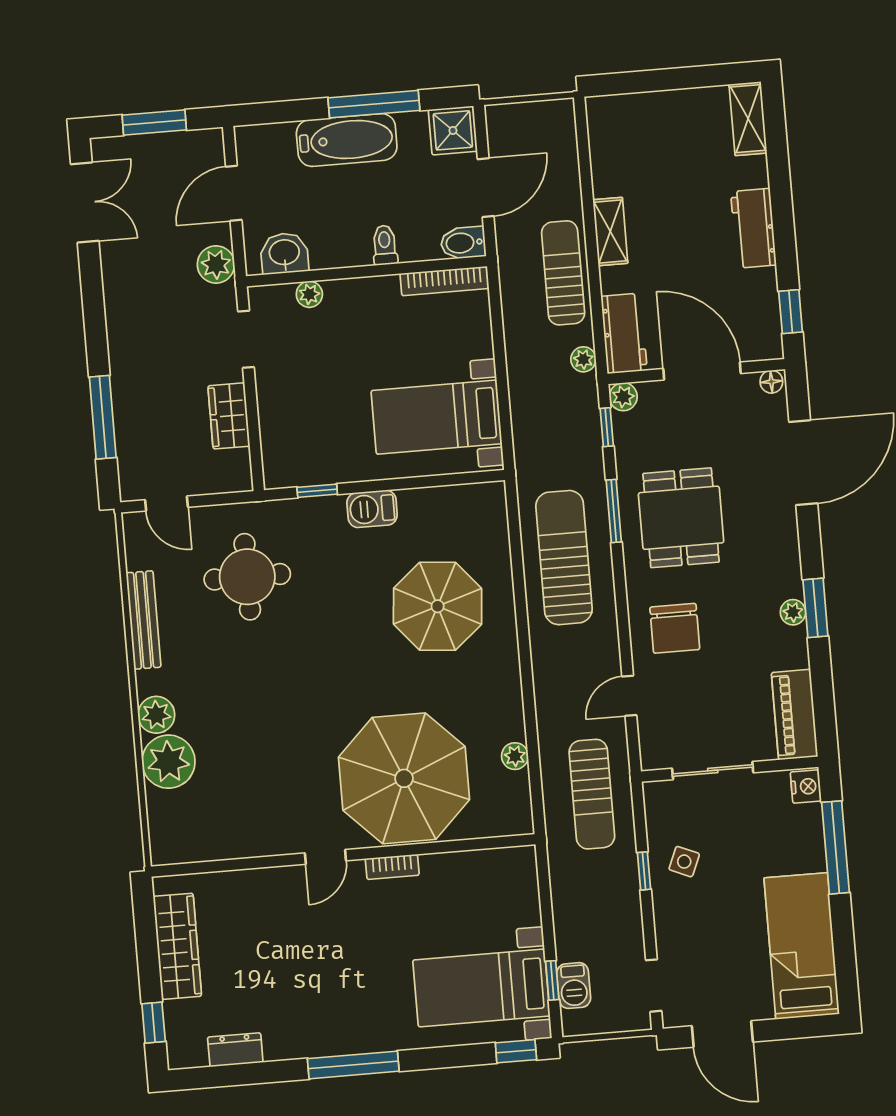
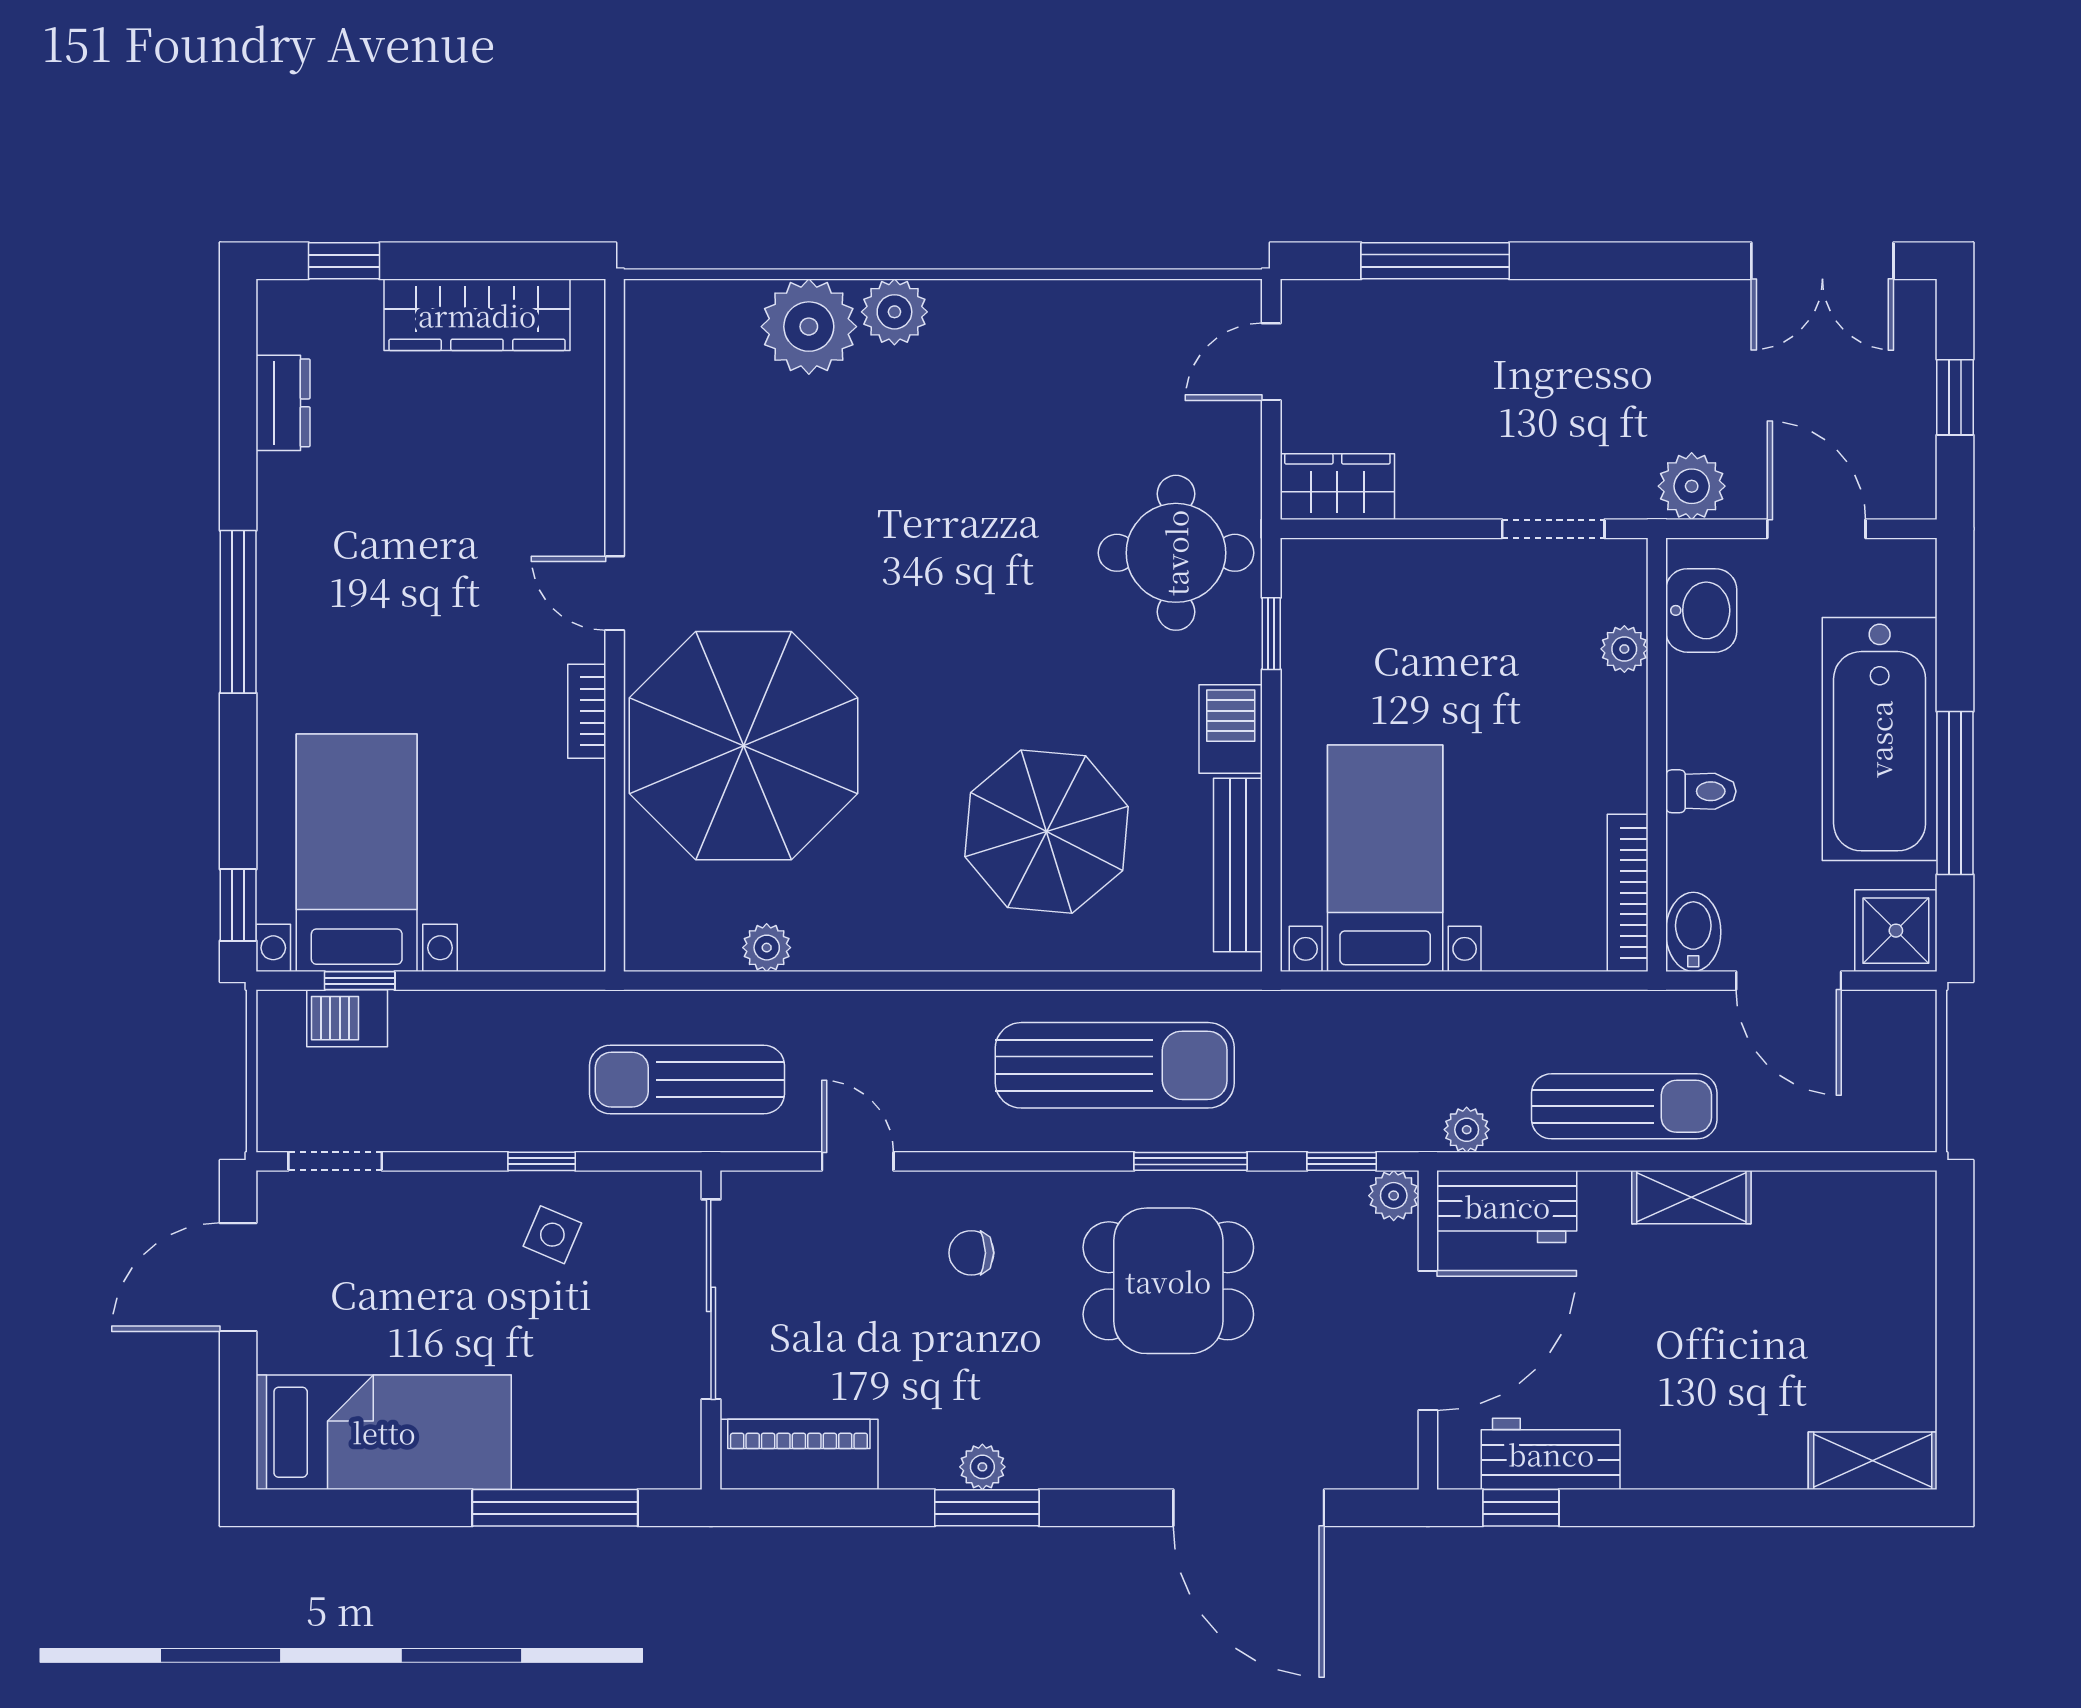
window: (154, 123) -> (1955, 397), width x0.67
bathtub: (347, 140) -> (1880, 739), width x1.36, depth x1.36
workbench: (753, 228) -> (1551, 1454), moved
floor lamp: (771, 382) -> (1398, 1463), removed
wardrobe: (229, 416) -> (1337, 487), moved
round table: (247, 577) -> (1176, 553), moved
bench: (143, 620) -> (1238, 865), moved, turned 90
chair: (675, 628) -> (971, 1253), width x0.54, depth x0.54
sliding door: (713, 771) -> (711, 1299), width x1.37
nightstand: (806, 786) -> (669, 1464), removed

